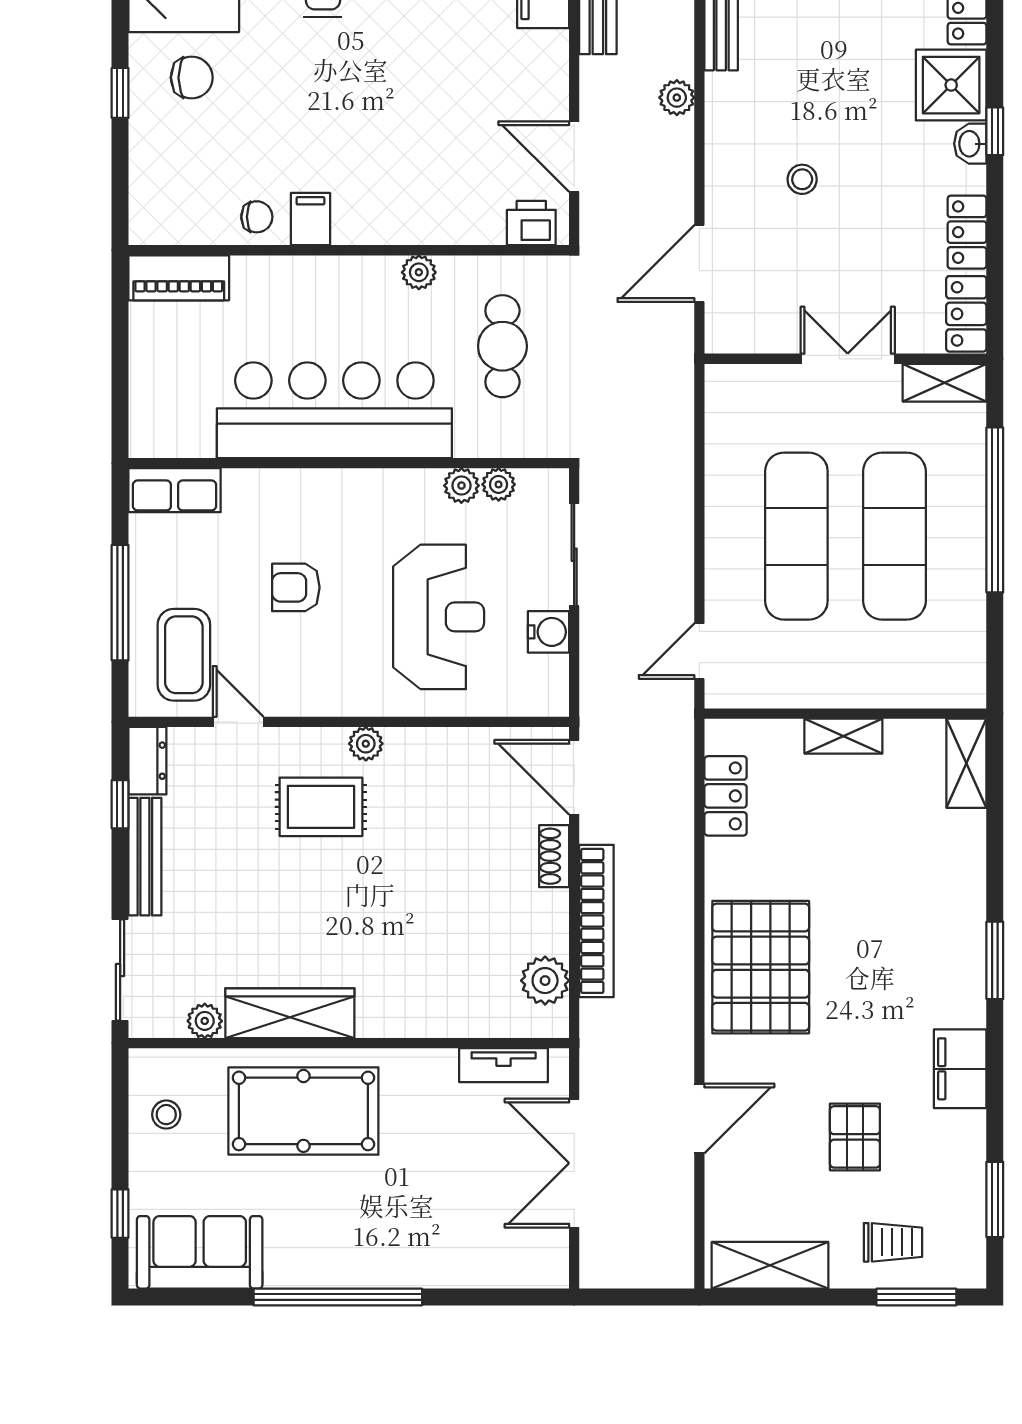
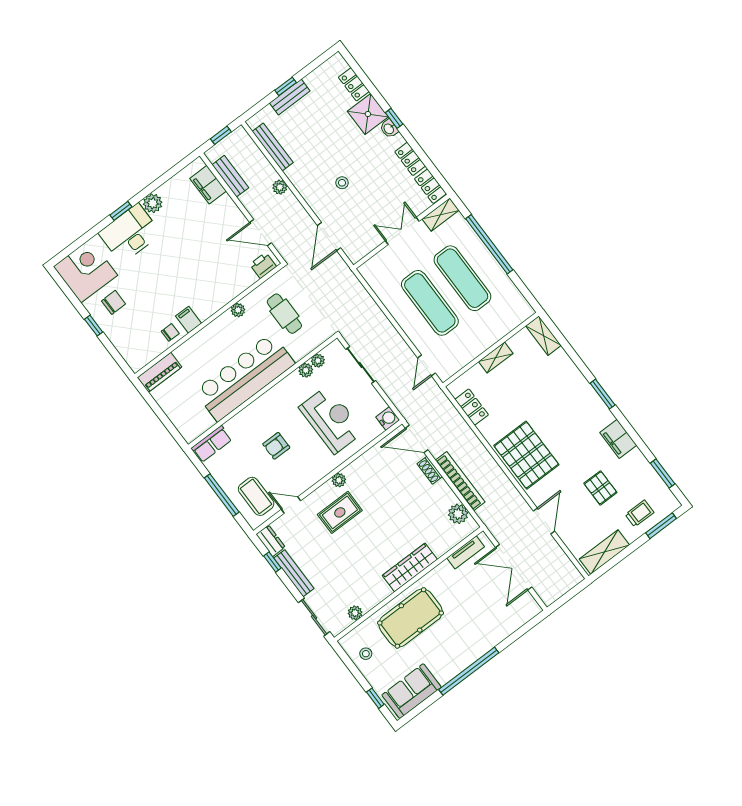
water cooler: (548, 632) -> (388, 418), moved
wardrobe: (290, 1013) -> (410, 567), moved

